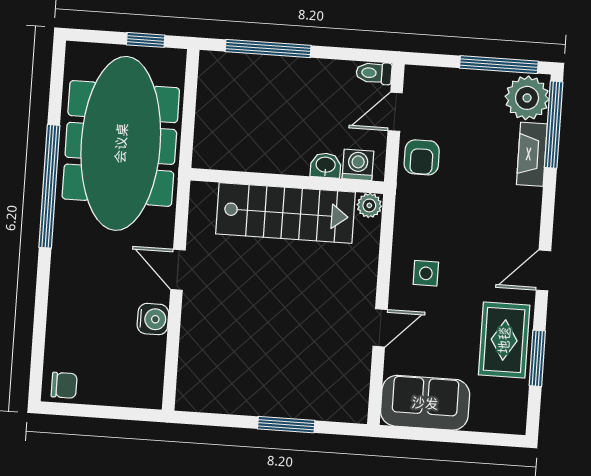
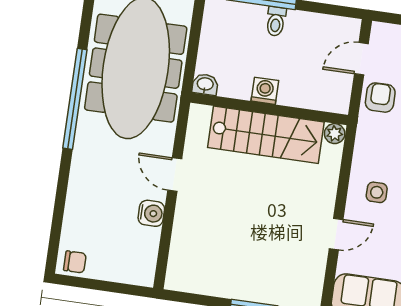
toilet: (374, 73) -> (276, 21), moved, turned -90
armchair: (422, 157) -> (380, 98), turned 180
washbasin: (326, 165) -> (205, 84), moved
washing machine: (358, 165) -> (265, 91), moved

